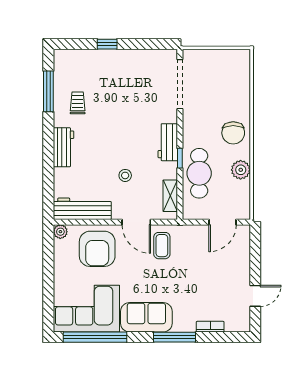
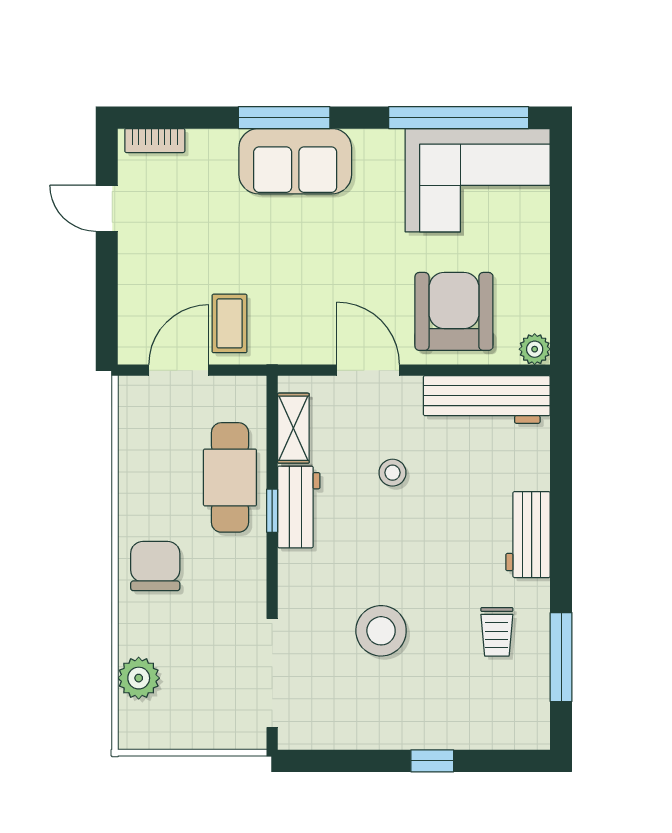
stool: (130, 103) -> (381, 631), added
workbench: (168, 142) -> (299, 507), moved
plant: (241, 170) -> (139, 678), moved
coffee table: (162, 246) -> (230, 323), moved
door: (255, 296) -> (107, 208), hinge flipped
sofa: (146, 317) -> (295, 161), moved
bookcase: (210, 327) -> (155, 141), moved

